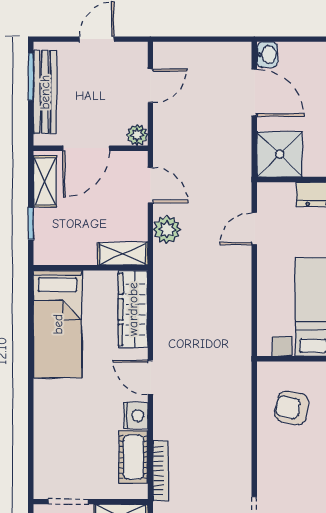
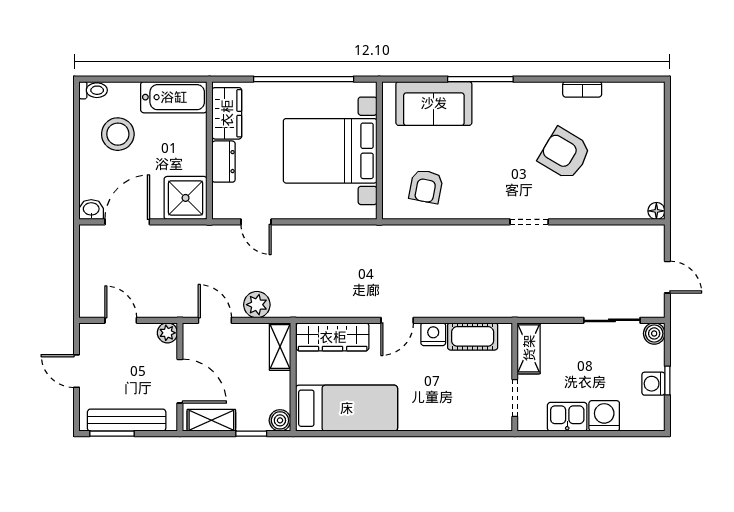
door: (150, 185) -> (215, 320), hinge flipped
boiler: (45, 254) -> (280, 420), added
bookcase: (161, 471) -> (486, 311), removed

